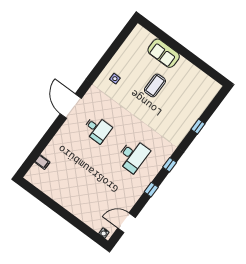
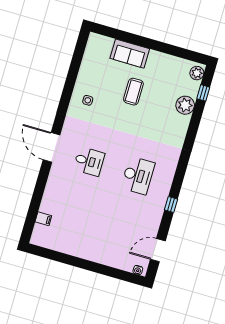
plant: (213, 90) -> (197, 73), added
plant: (193, 113) -> (185, 105), added
window: (198, 126) -> (203, 93), moved
window: (170, 165) -> (181, 171), removed

